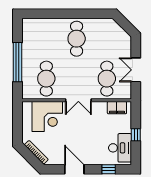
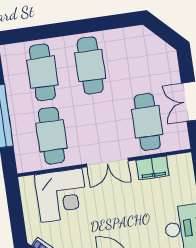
cafe table: (46, 39) -> (42, 72), added
filing cabinet: (117, 108) -> (153, 168), moved

